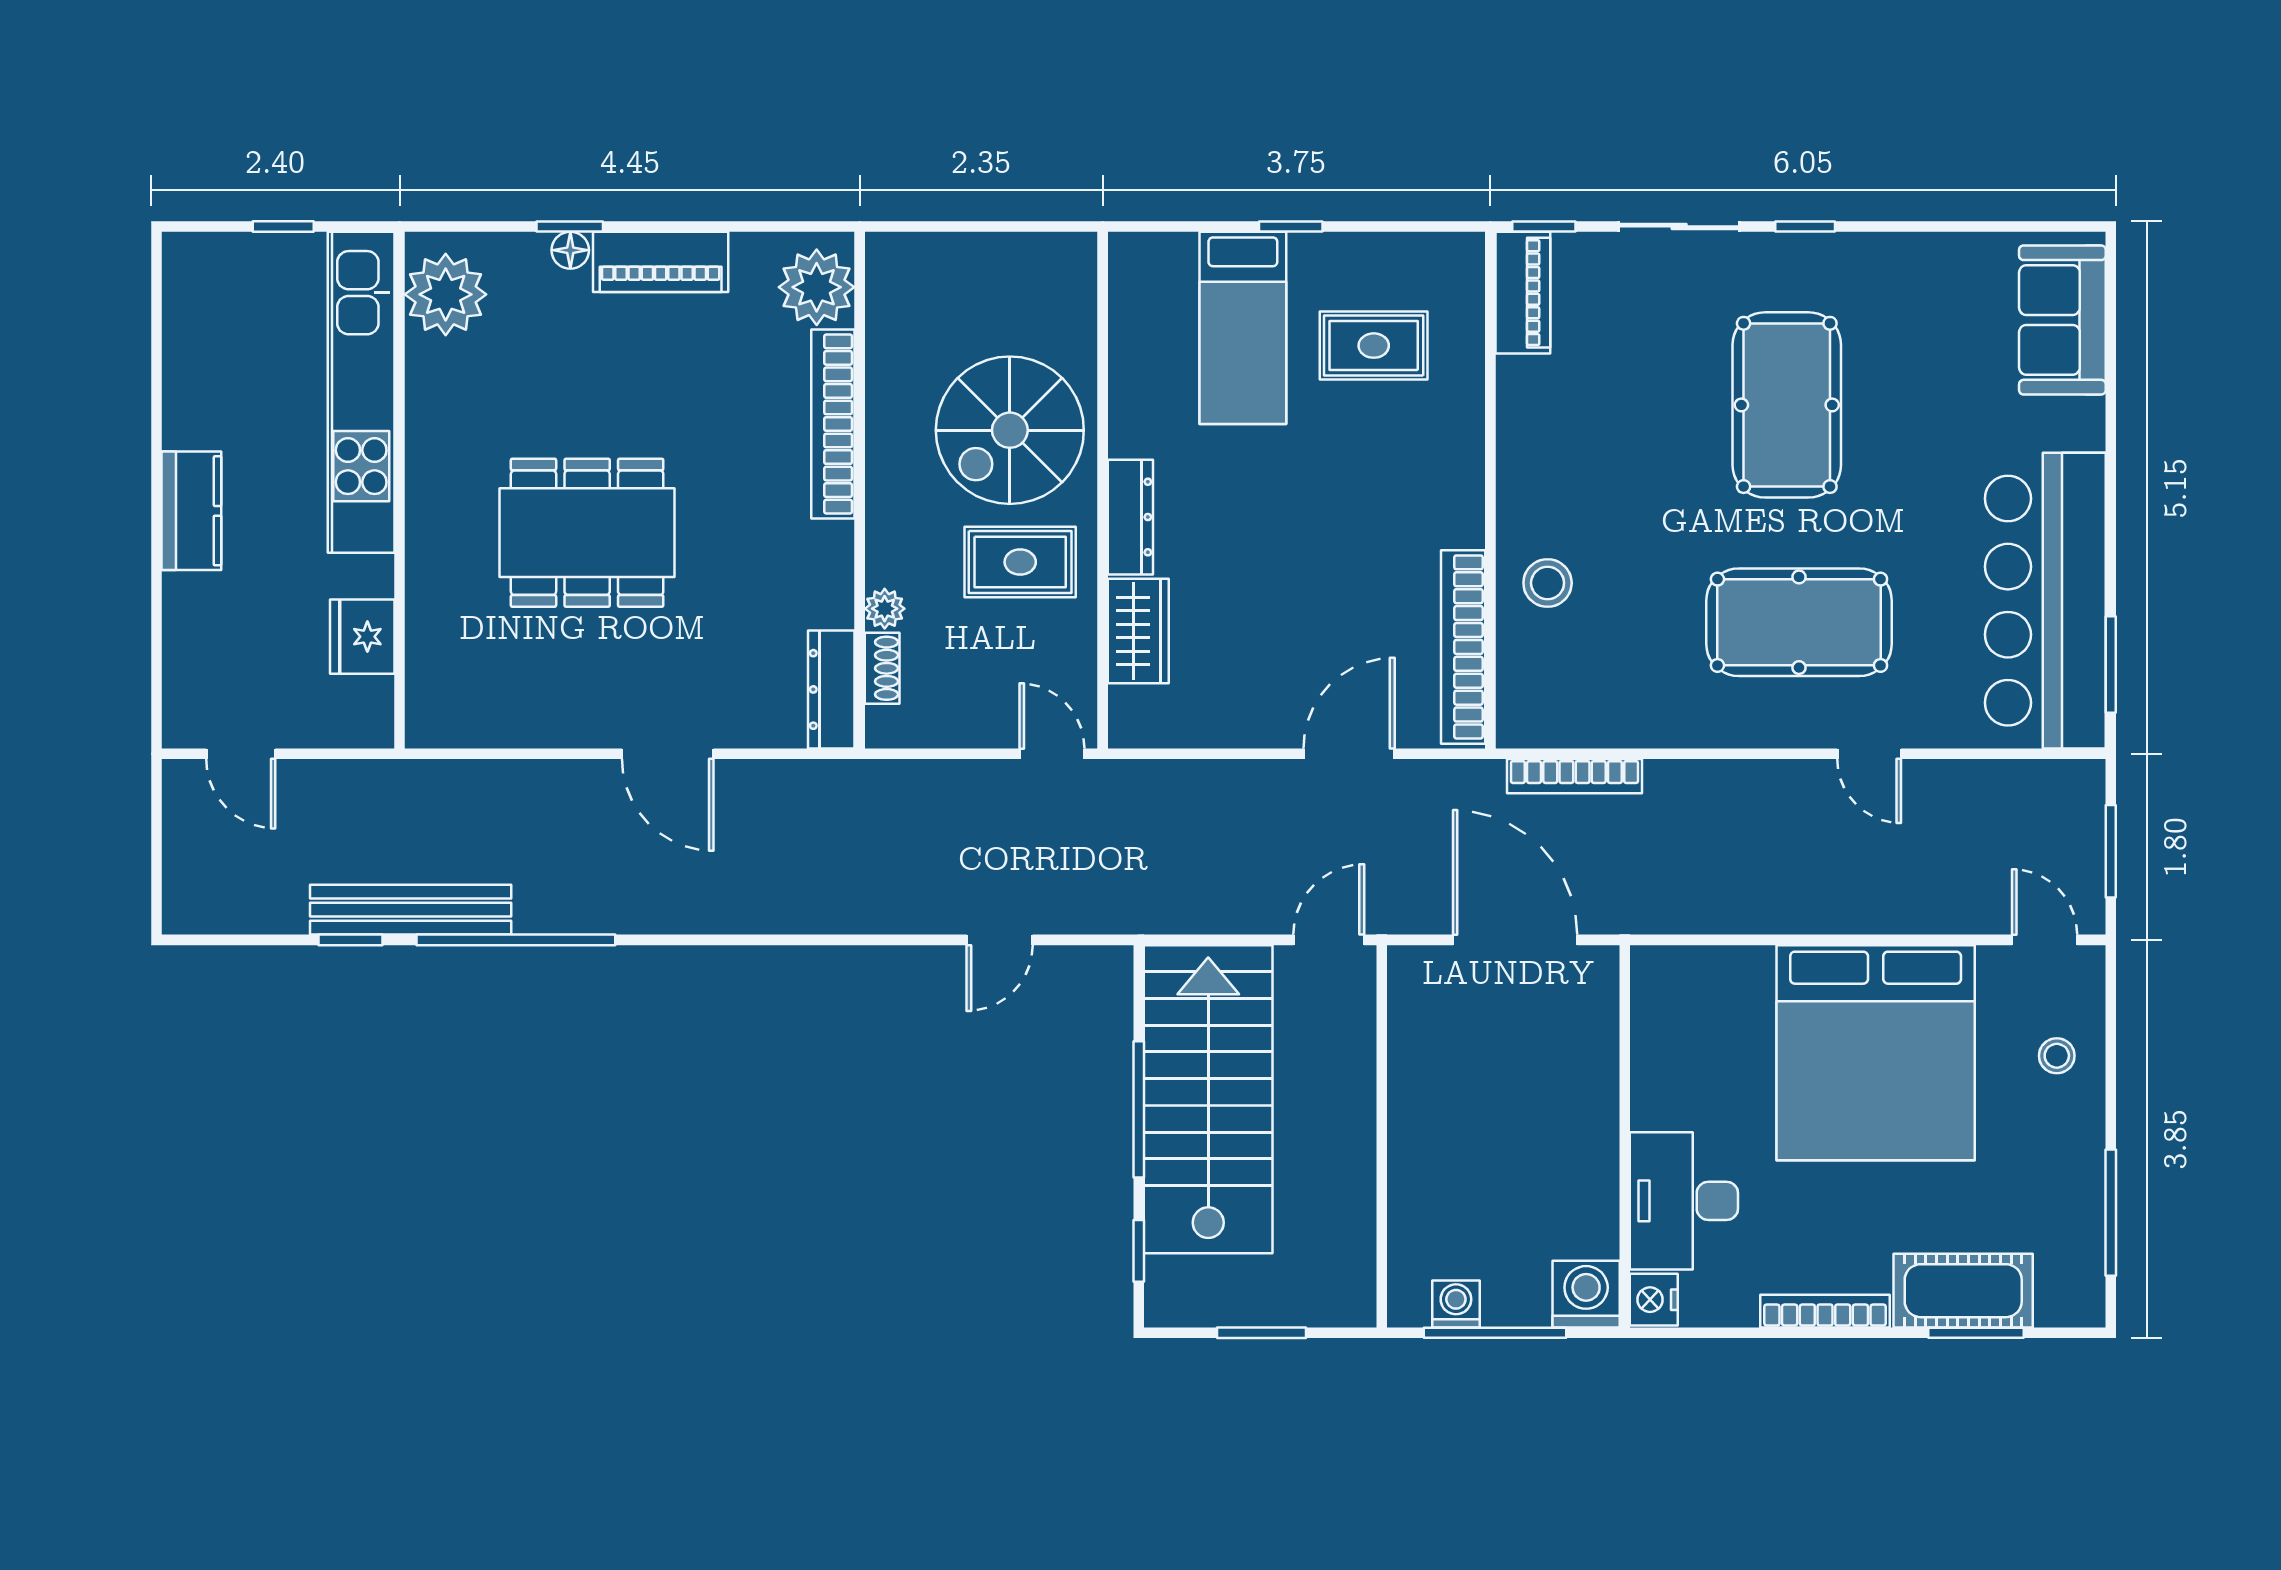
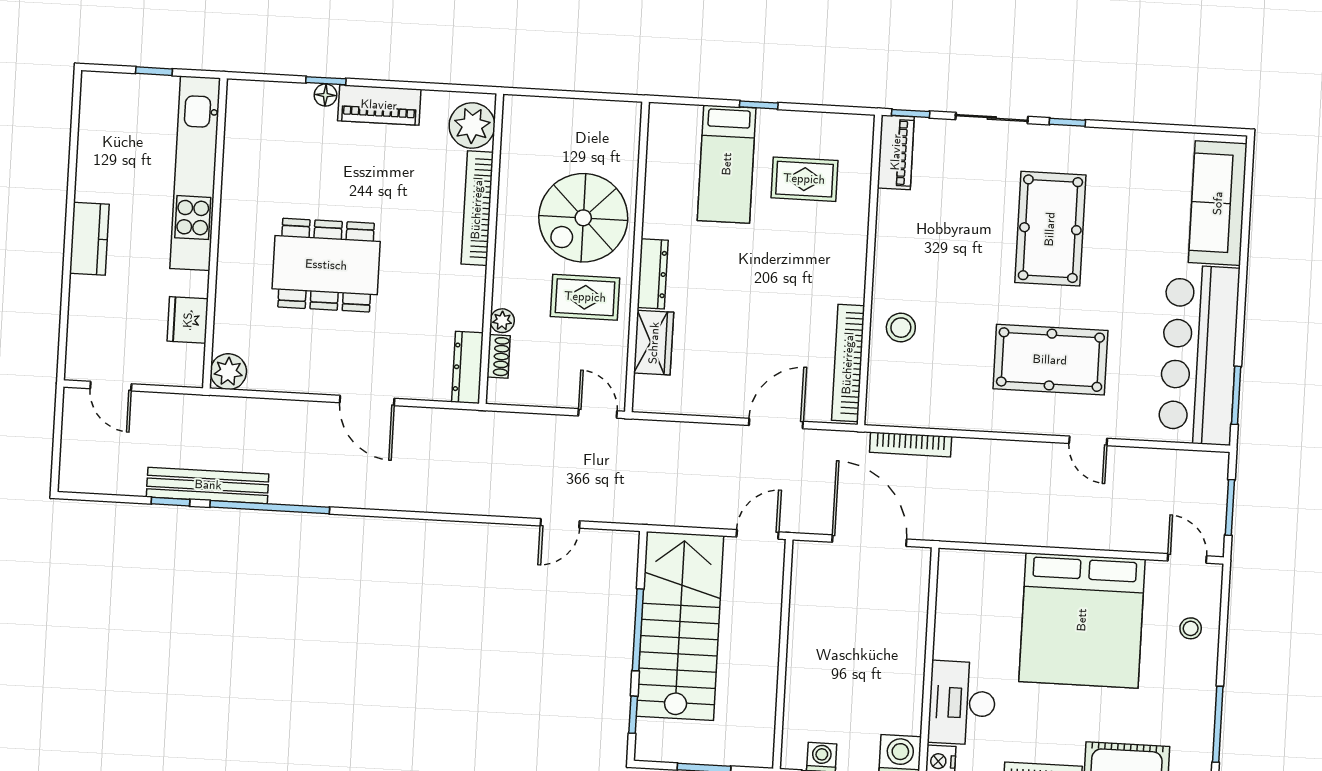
plant: (446, 294) -> (228, 372), moved, width x0.73, depth x0.73
sofa: (2062, 320) -> (1218, 203), width x1.36

